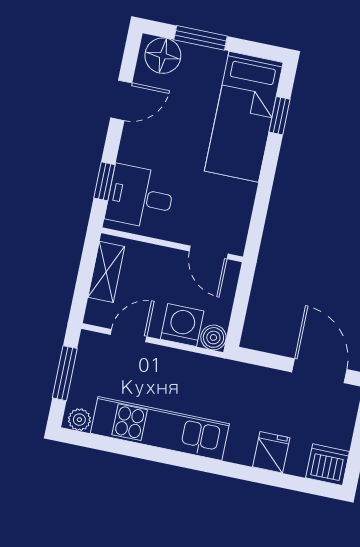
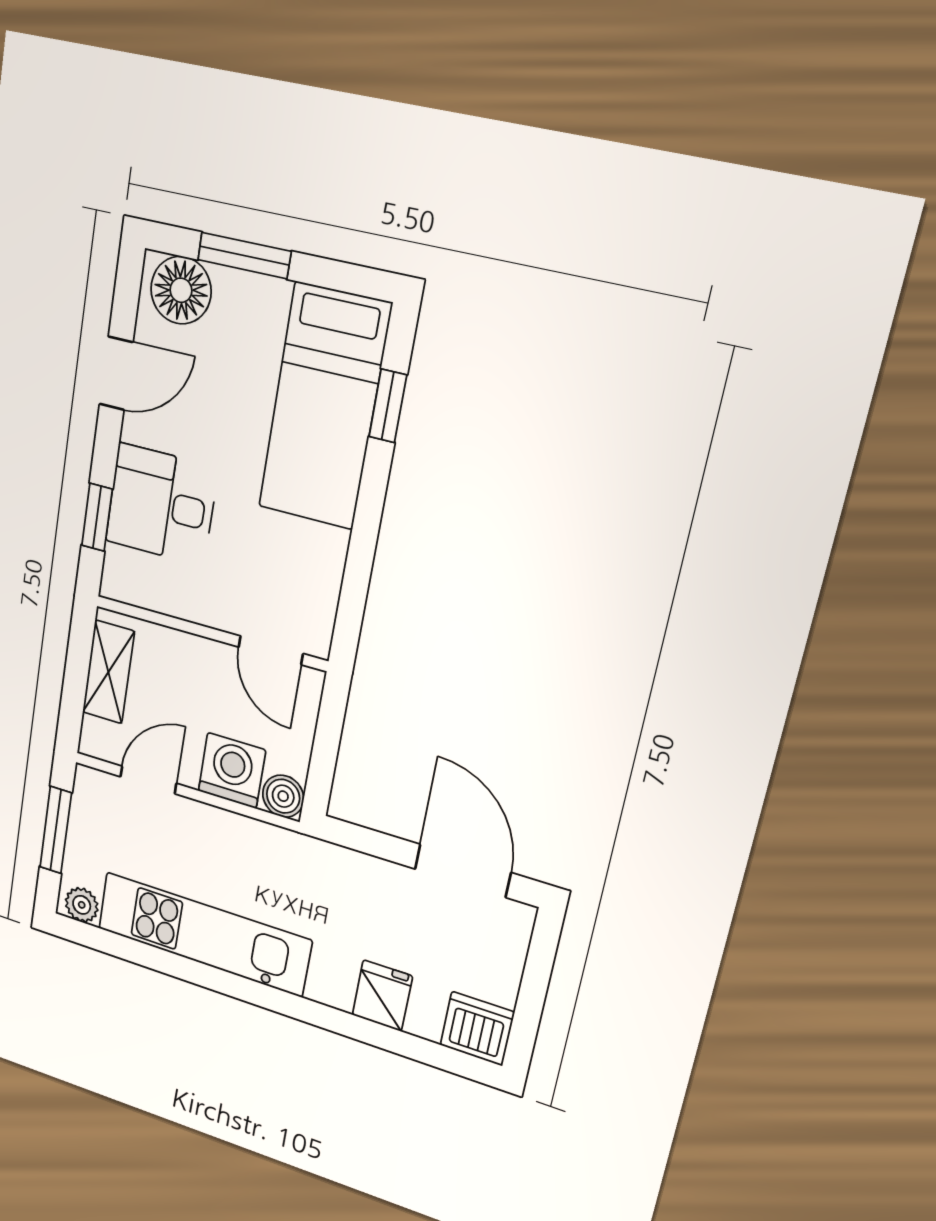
desk: (140, 197) -> (161, 504), moved

